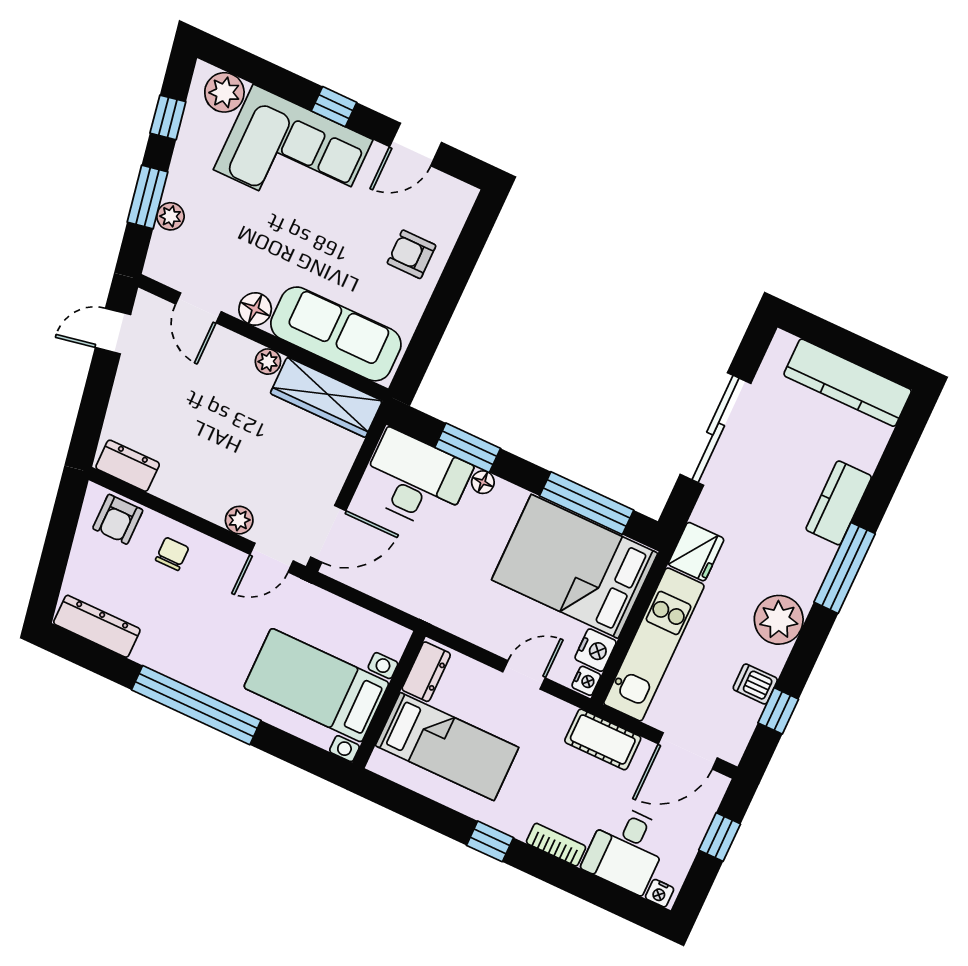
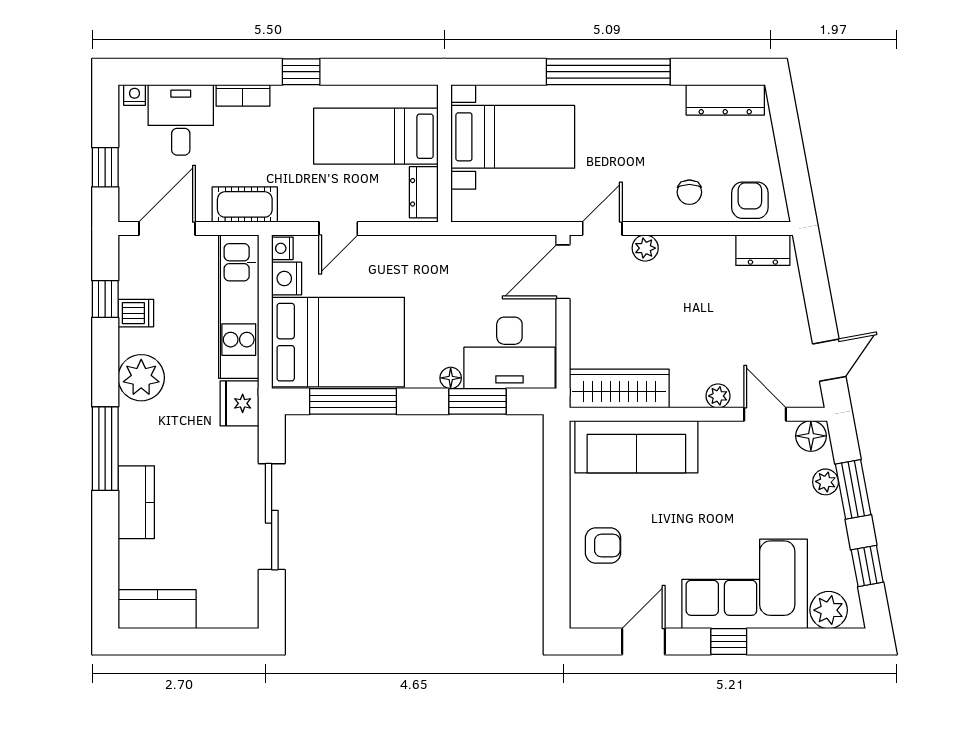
floor lamp: (255, 309) -> (811, 436), moved
plant: (268, 362) -> (718, 396), moved
kitchen counter: (848, 383) -> (157, 609), width x0.67

